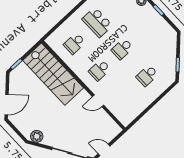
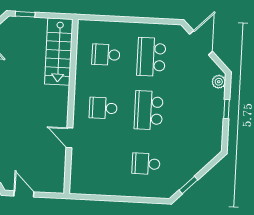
school desk: (122, 49) -> (149, 110), width x1.85
stairs: (53, 74) -> (59, 52), width x0.73, depth x0.66

